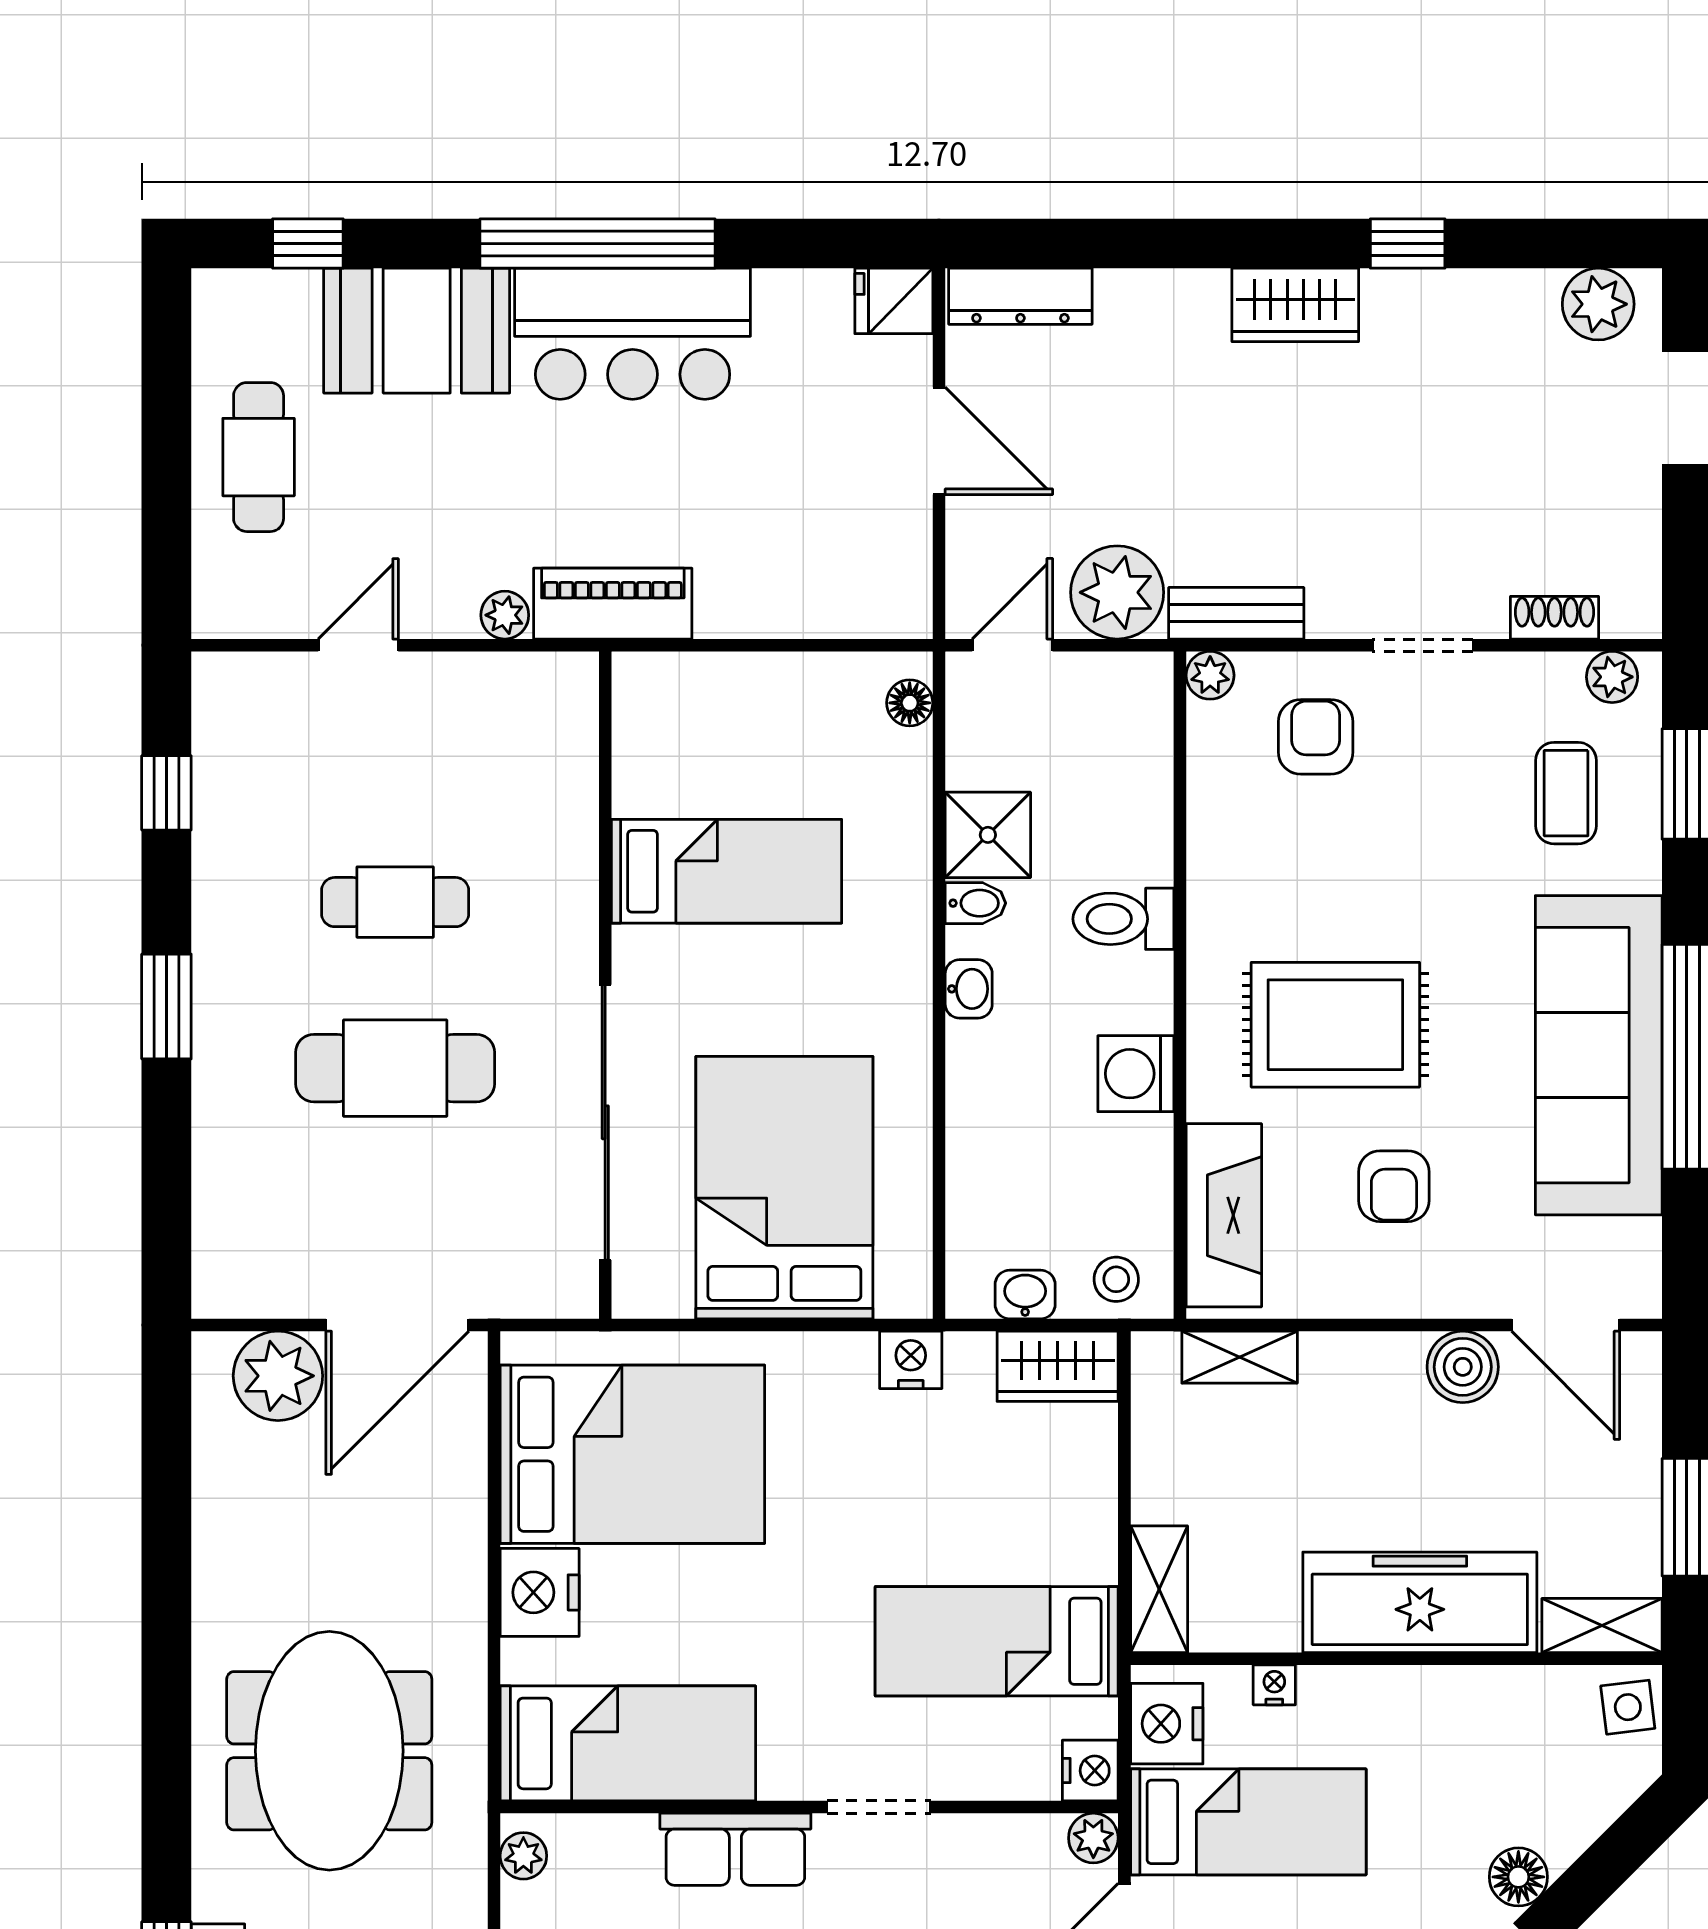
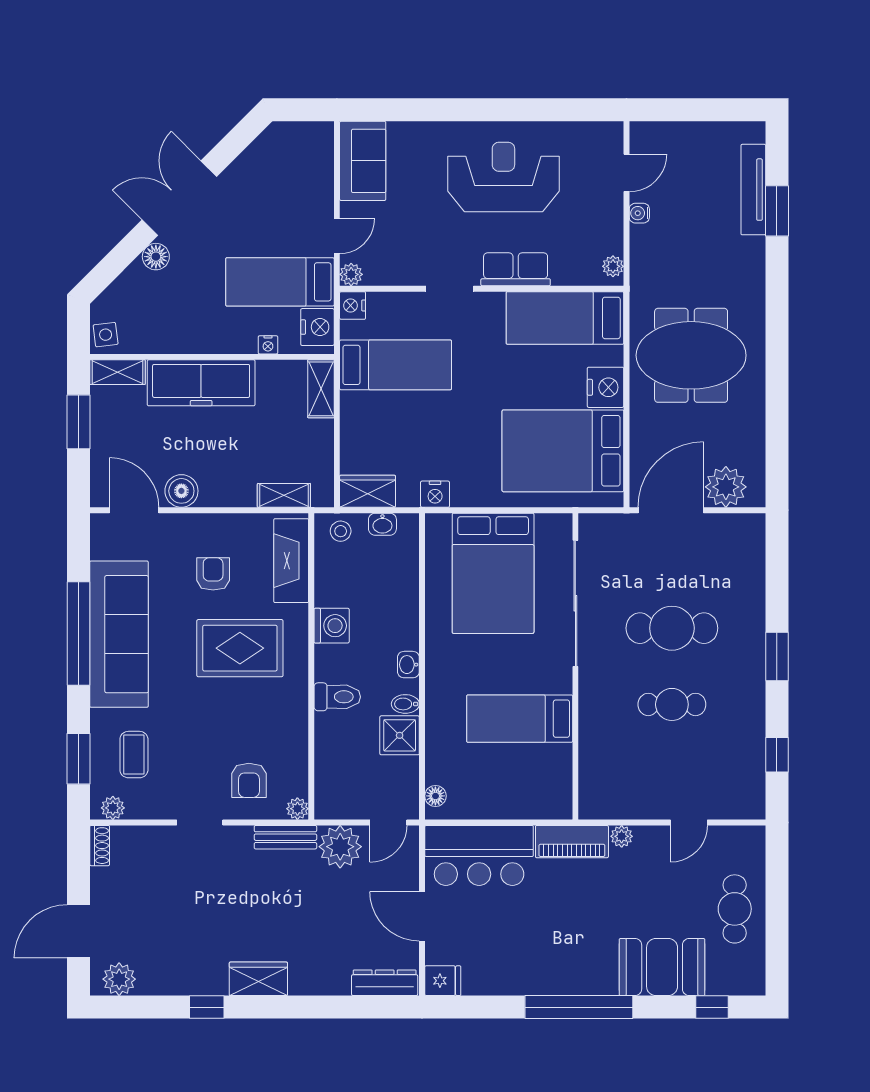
bar counter: (633, 334) -> (479, 855), moved, turned 180
shoe rack: (1554, 618) -> (100, 846), moved, turned -90
meeting table: (329, 1751) -> (691, 355), moved, turned 90

